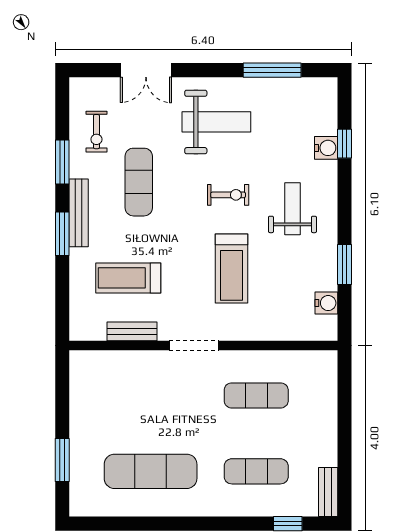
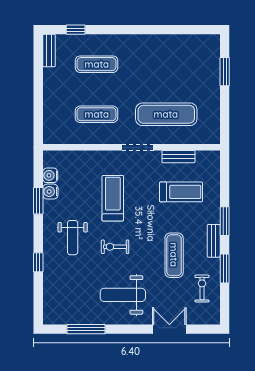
window: (345, 144) -> (38, 262), moved
water cooler: (326, 148) -> (50, 192), moved
bench: (79, 213) -> (214, 241), width x0.73
exercise mat: (151, 471) -> (166, 114), moved

